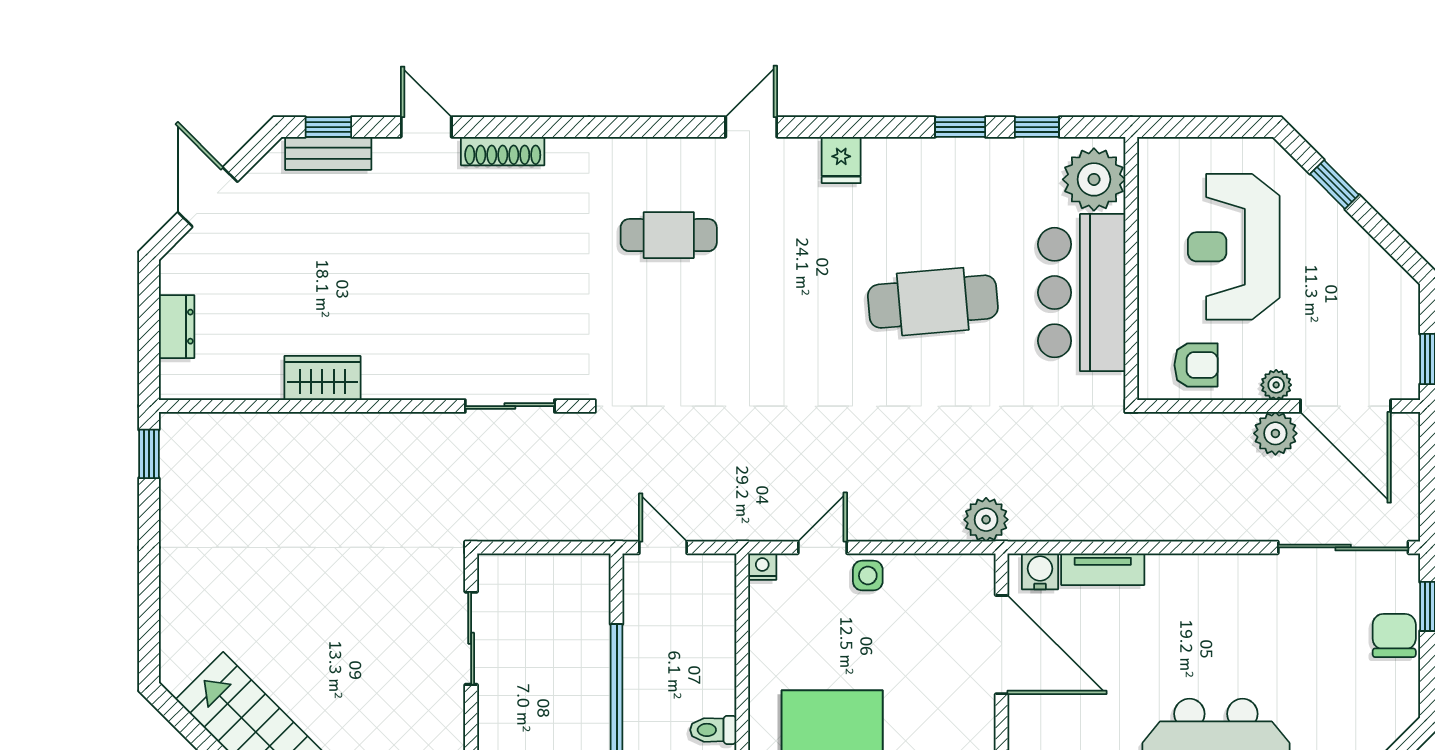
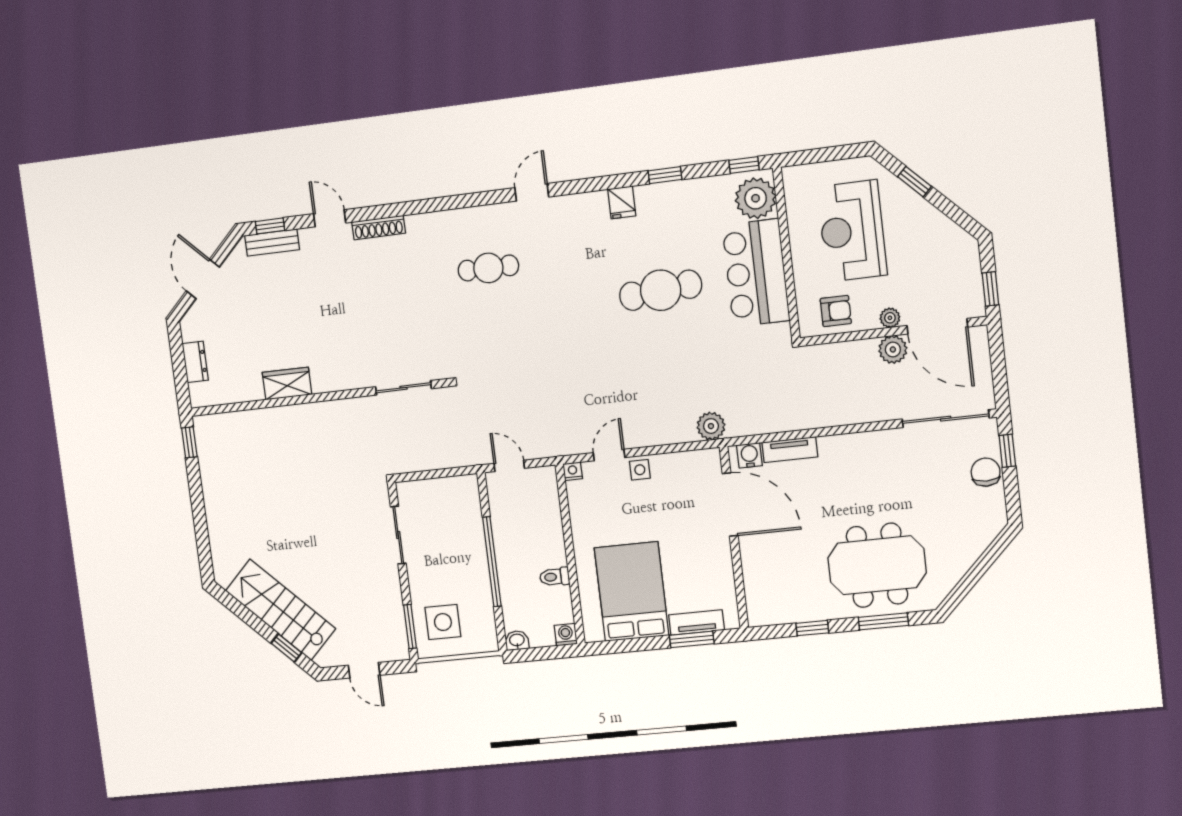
window: (1037, 127) -> (744, 165), moved
fridge: (841, 160) -> (622, 202), moved

